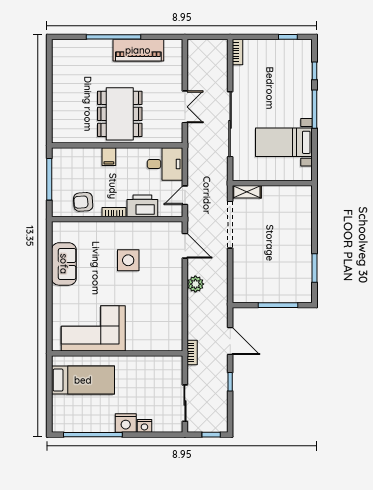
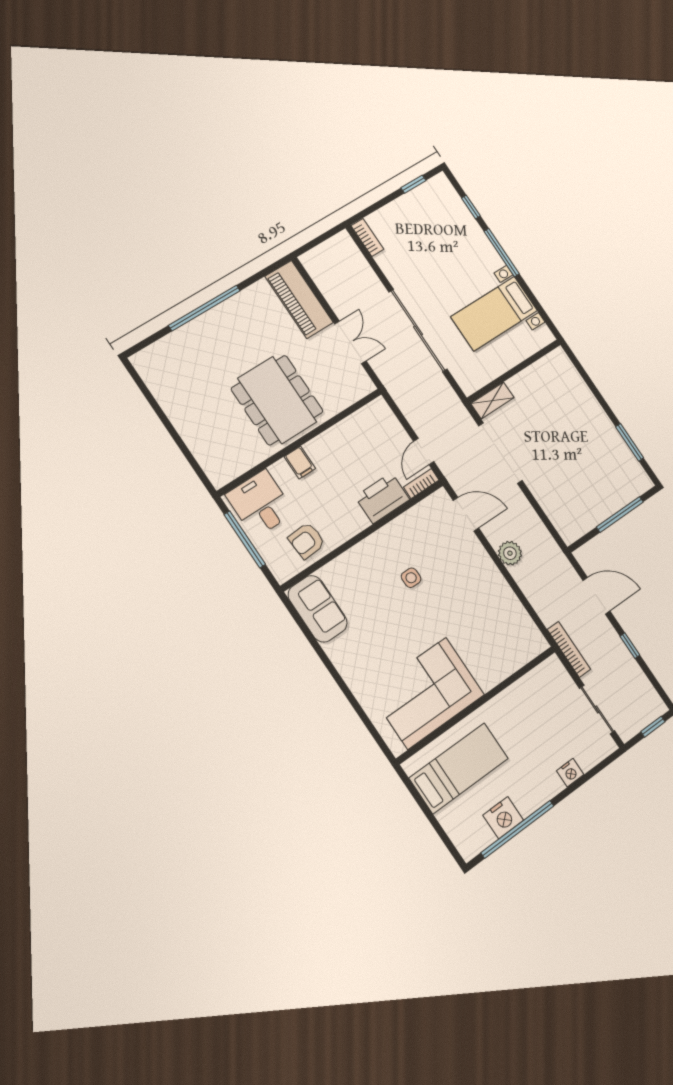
piano: (138, 50) -> (299, 300), moved, turned 90
desk: (165, 164) -> (260, 504), moved, turned -90
bookcase: (114, 212) -> (421, 484), moved
side table: (128, 260) -> (411, 578), width x0.54, depth x0.54
sofa: (64, 264) -> (318, 609), moved
bookcase: (192, 353) -> (569, 649), width x1.56
nightstand: (126, 423) -> (503, 818), moved

